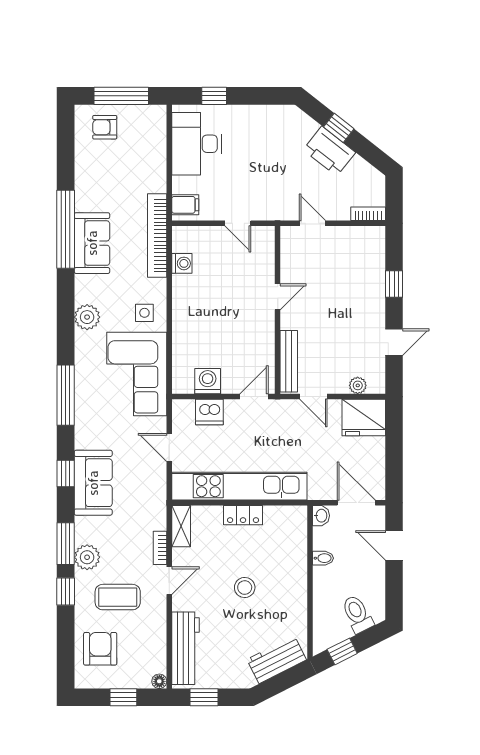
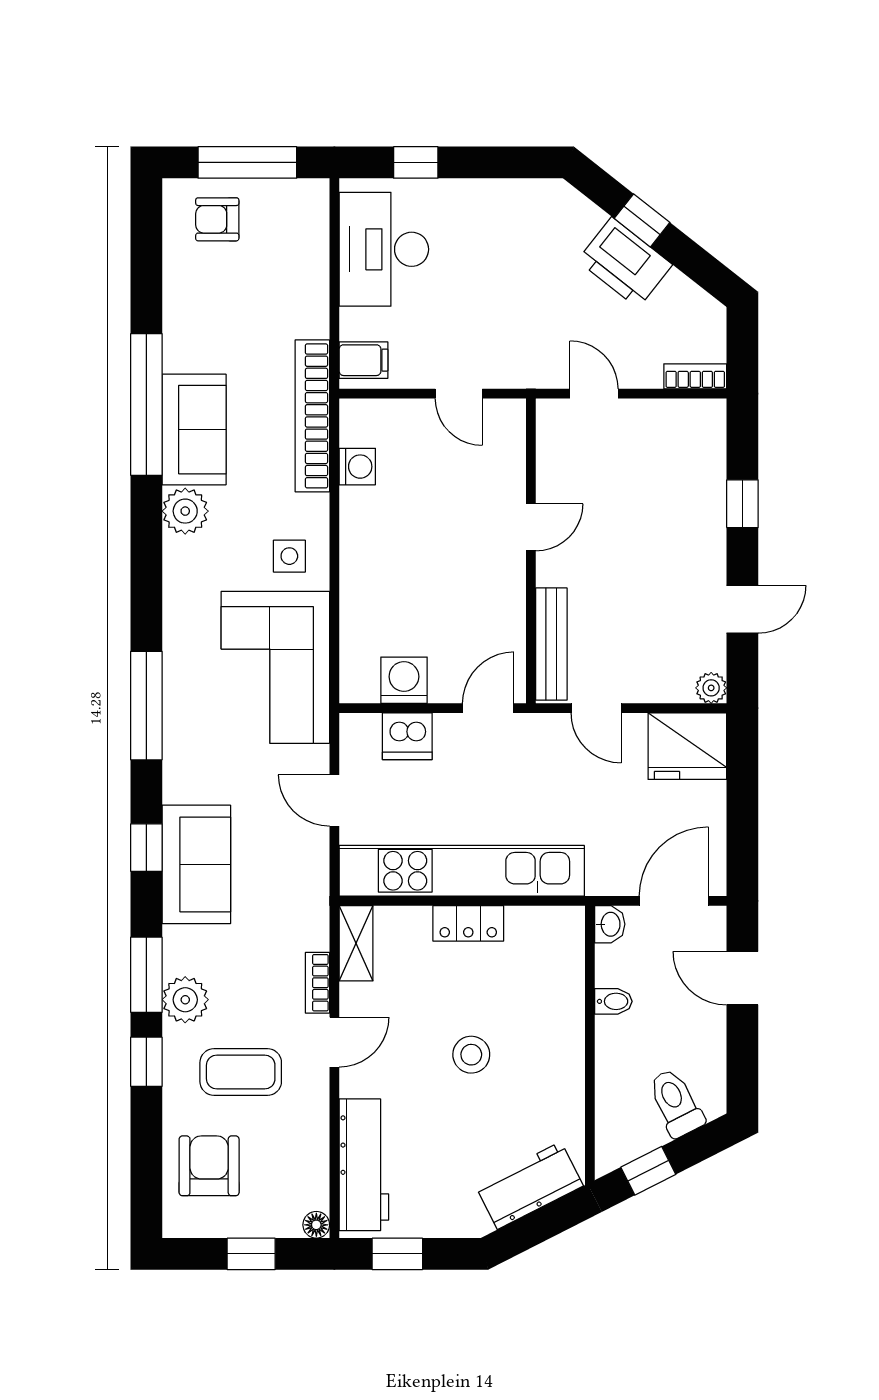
plant: (87, 317) -> (185, 511), moved
plant: (358, 385) -> (711, 688), moved
door: (356, 503) -> (674, 901), hinge flipped

